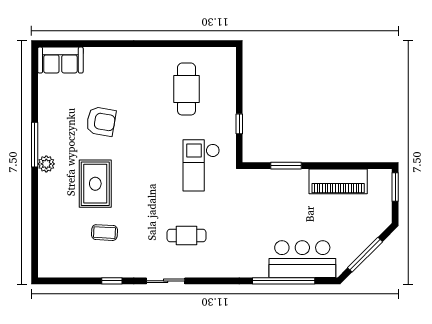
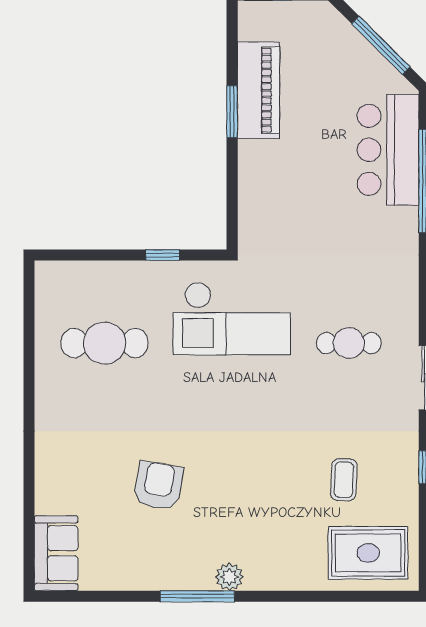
checkout: (201, 165) -> (232, 318), width x1.36, depth x1.21
window: (286, 166) -> (232, 112), moved
rug: (95, 184) -> (368, 553), moved
cafe table: (186, 236) -> (349, 343), turned 90

